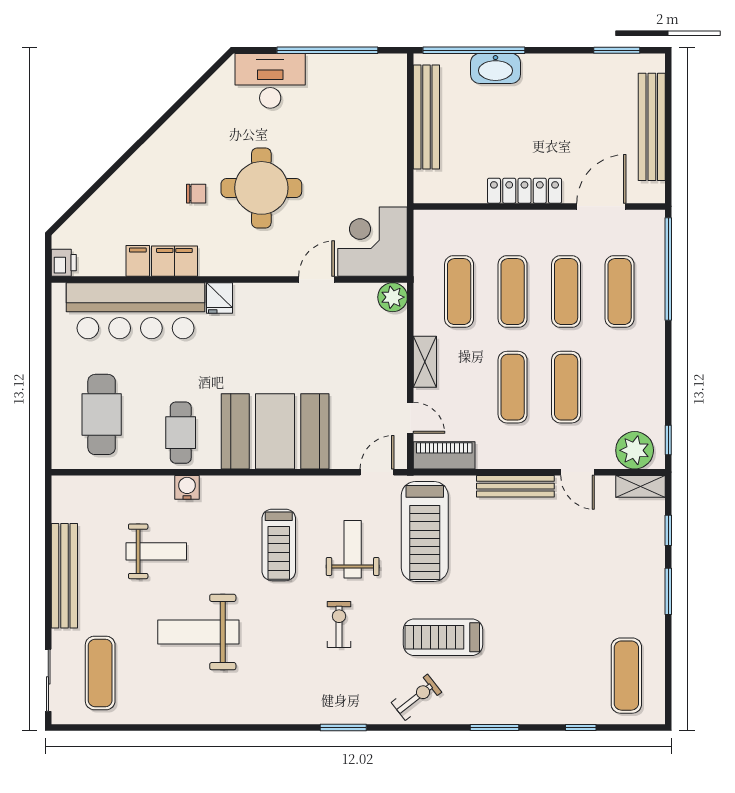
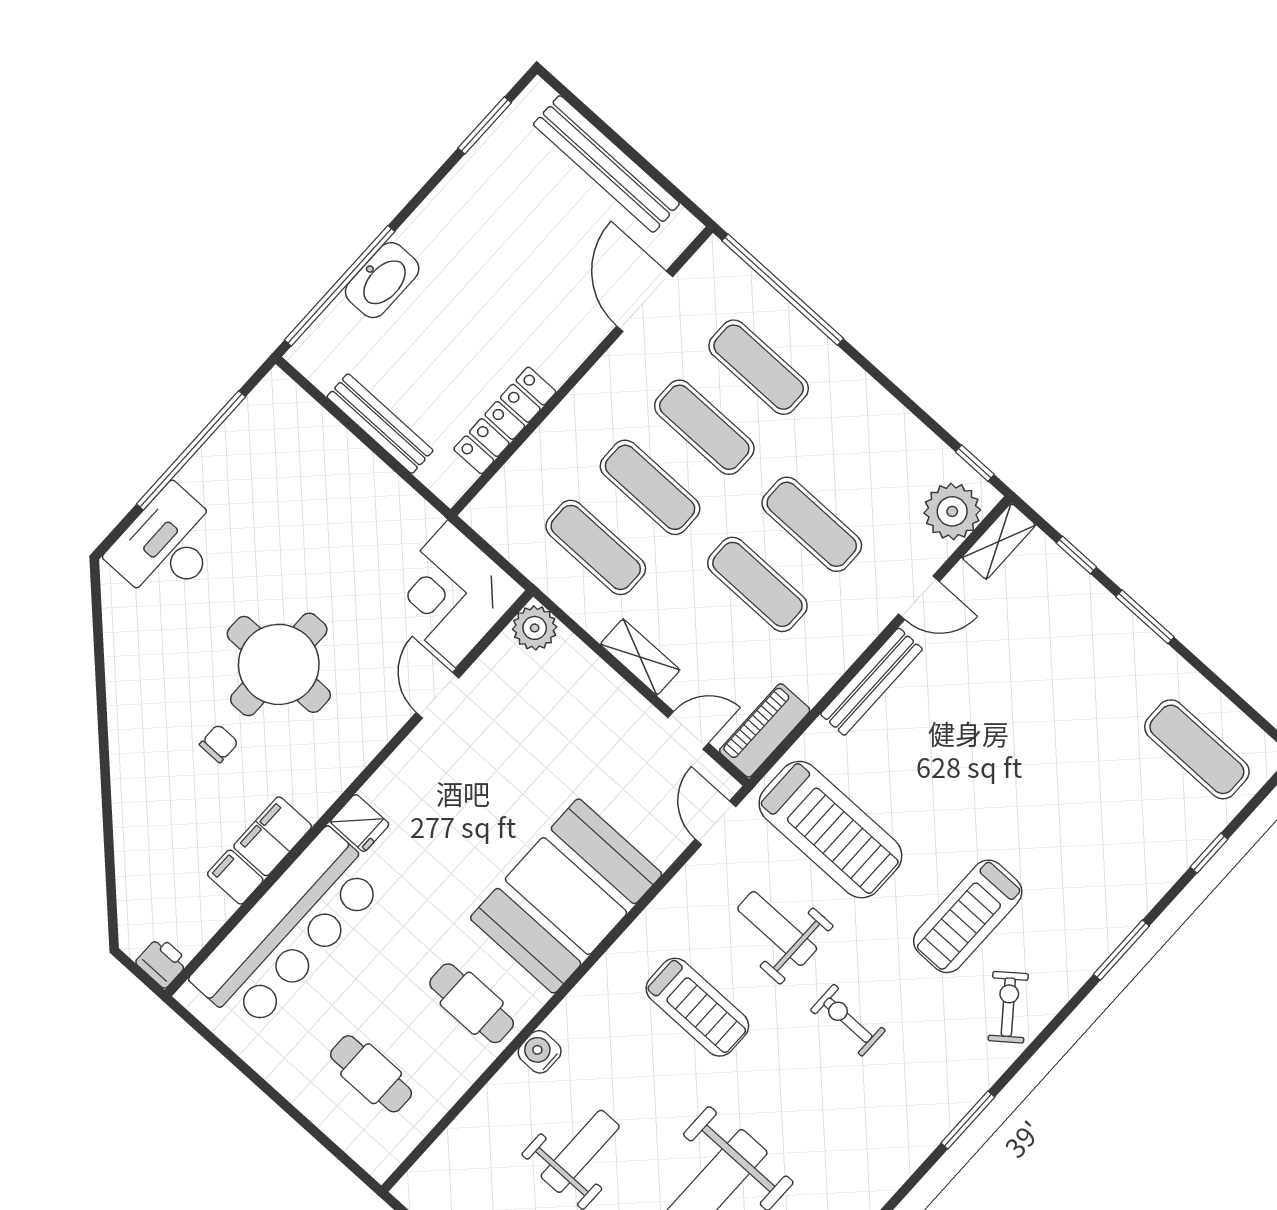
bench: (426, 117) -> (380, 424), width x0.73, depth x0.82
locker: (524, 191) -> (505, 420), moved
cafe table: (102, 414) -> (371, 1074), width x0.73, depth x0.74

